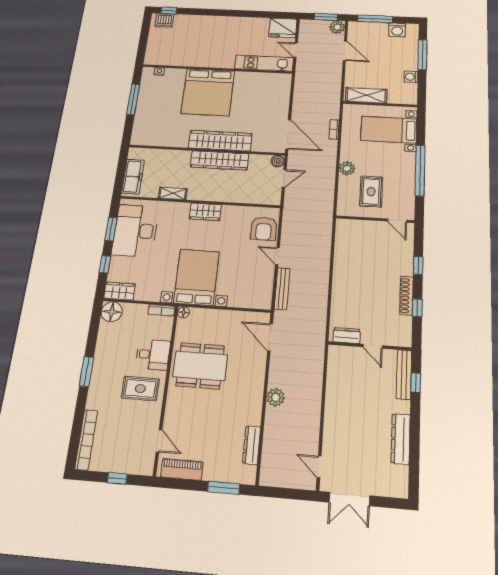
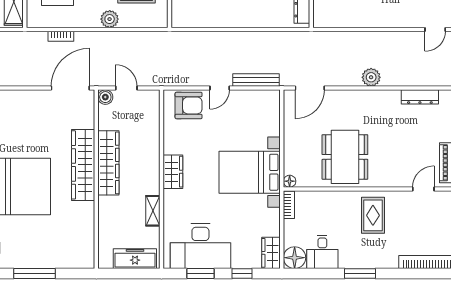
desk: (153, 355) -> (322, 252), moved, turned 180

